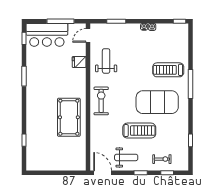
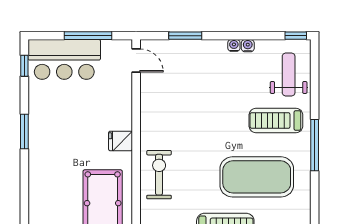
door: (88, 35) -> (136, 60), swing flipped
weight bench: (106, 61) -> (289, 75), moved
fridge: (79, 62) -> (120, 141), moved

